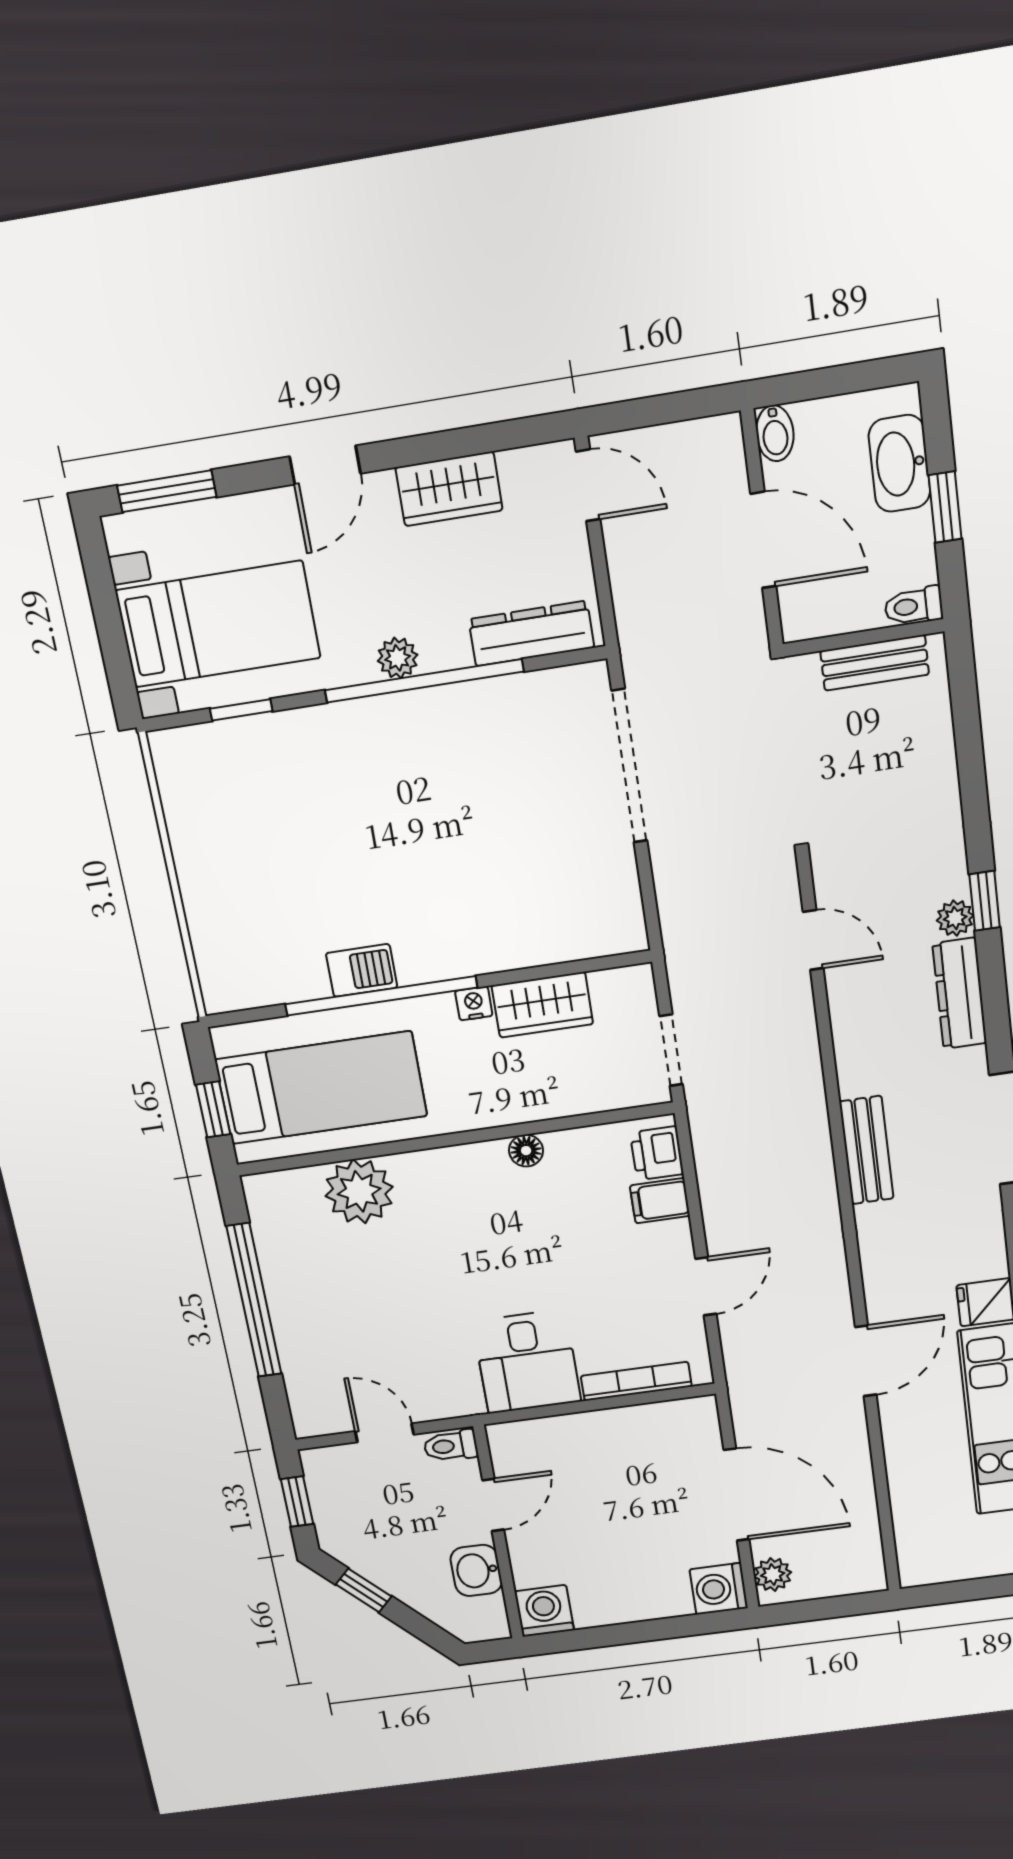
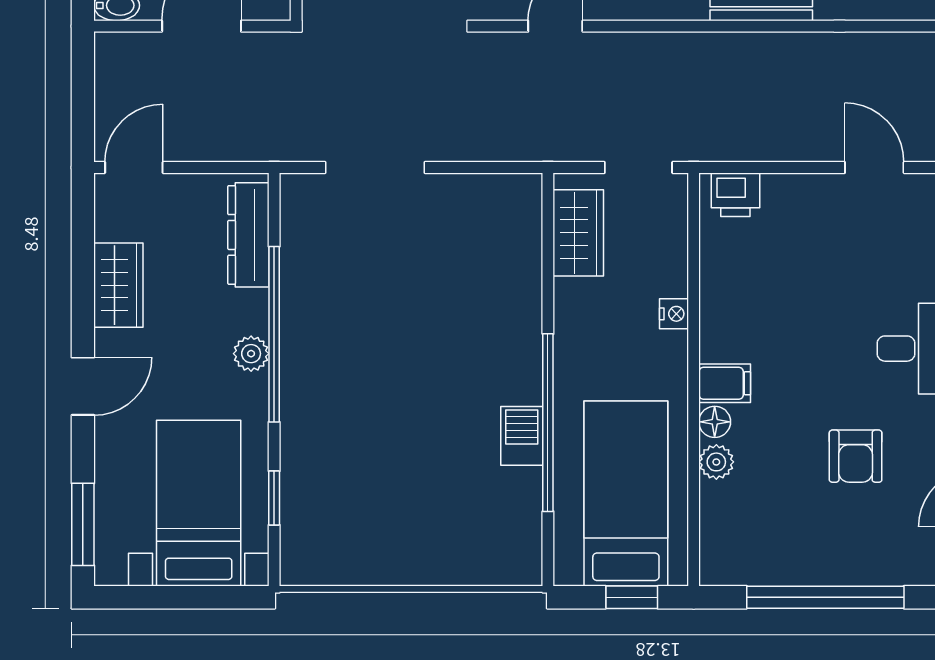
door: (325, 465) -> (83, 386), hinge flipped
doorway: (629, 766) -> (375, 168), width x0.73
nightstand: (474, 1003) -> (674, 314), moved, turned 180
wardrobe: (542, 1005) -> (578, 233), moved
floor lamp: (526, 1151) -> (715, 422), moved
plant: (359, 1191) -> (716, 462), width x0.53, depth x0.53
filing cabinet: (660, 1201) -> (725, 383), moved, turned -90
armchair: (404, 1309) -> (856, 456), added

